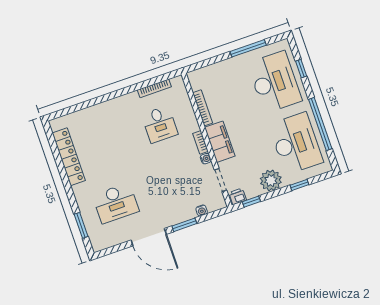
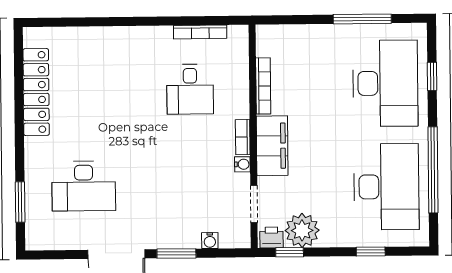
plant: (271, 180) -> (302, 230), moved

